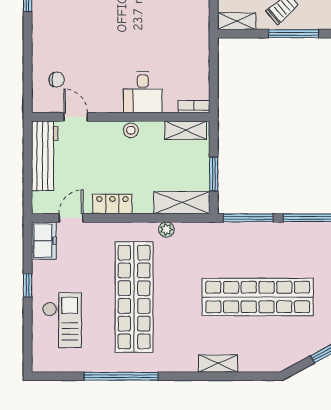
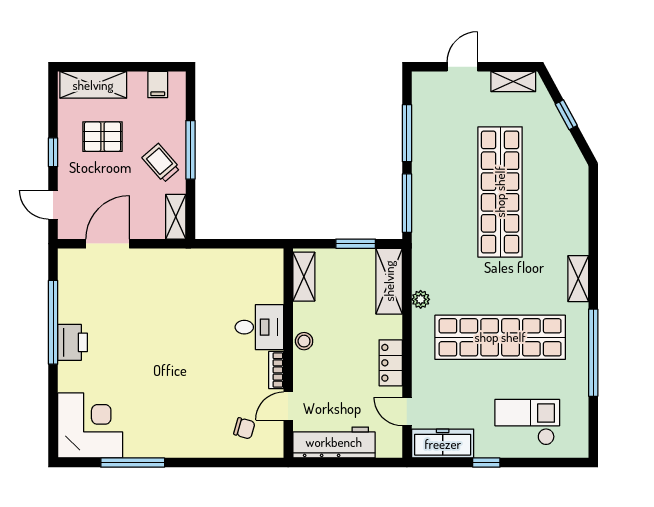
chair: (57, 79) -> (244, 428), turned 106
bookcase: (194, 107) -> (276, 370), moved
freezer: (44, 241) -> (443, 444), width x1.40
shelving: (218, 364) -> (578, 279), moved

